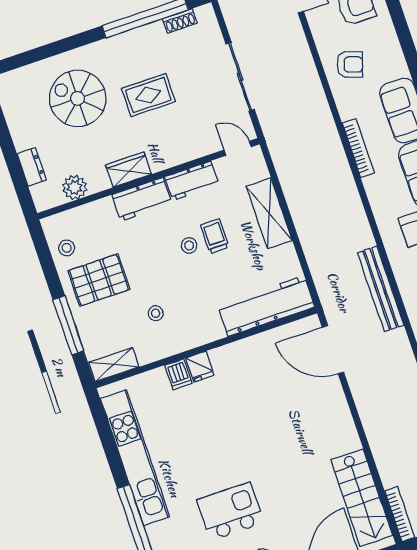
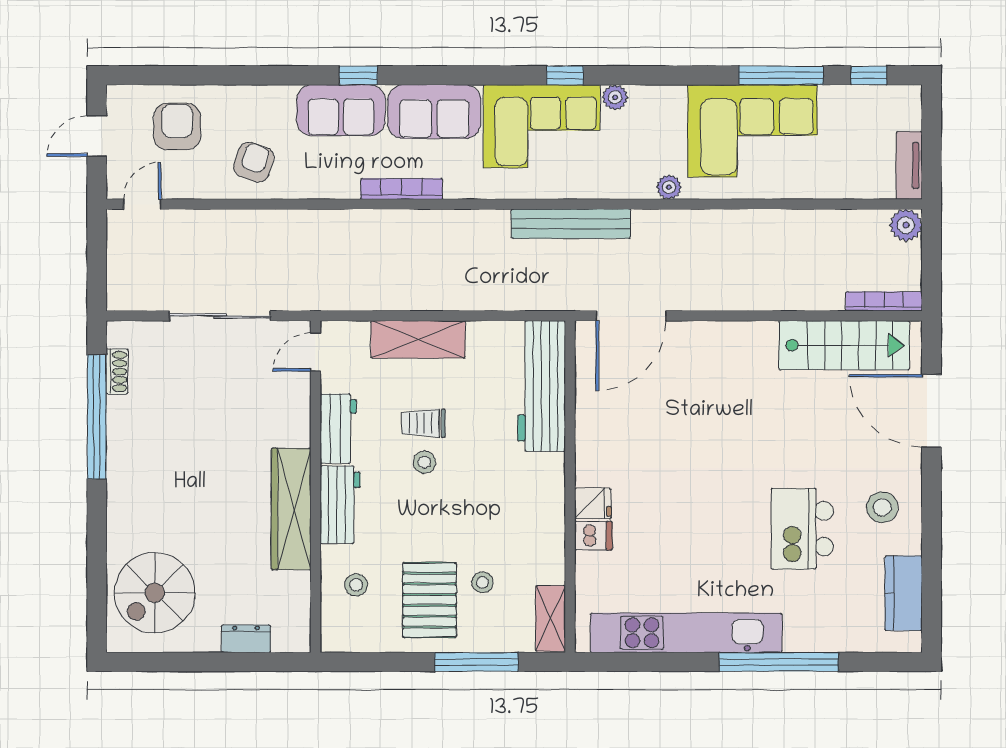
rug: (148, 95) -> (203, 448), removed
spiral stairs: (78, 98) -> (155, 593), moved
bookcase: (358, 148) -> (402, 189), moved
wardrobe: (129, 170) -> (291, 509), width x2.10, depth x1.17
plant: (75, 187) -> (293, 590), removed
stool: (67, 248) -> (356, 585), moved
stool: (156, 313) -> (482, 582), moved

